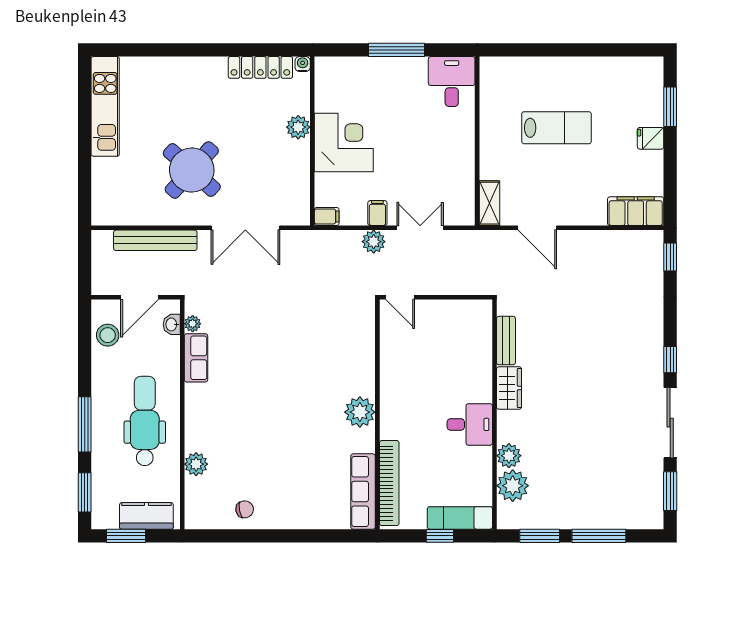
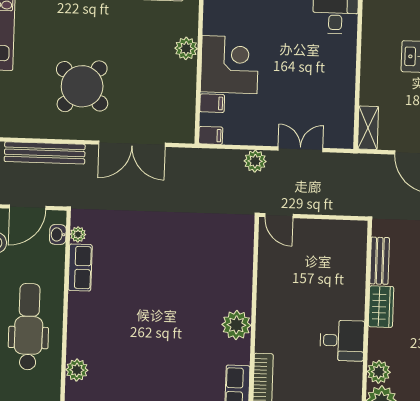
filing cabinet: (377, 213) -> (212, 103), moved, turned 90

